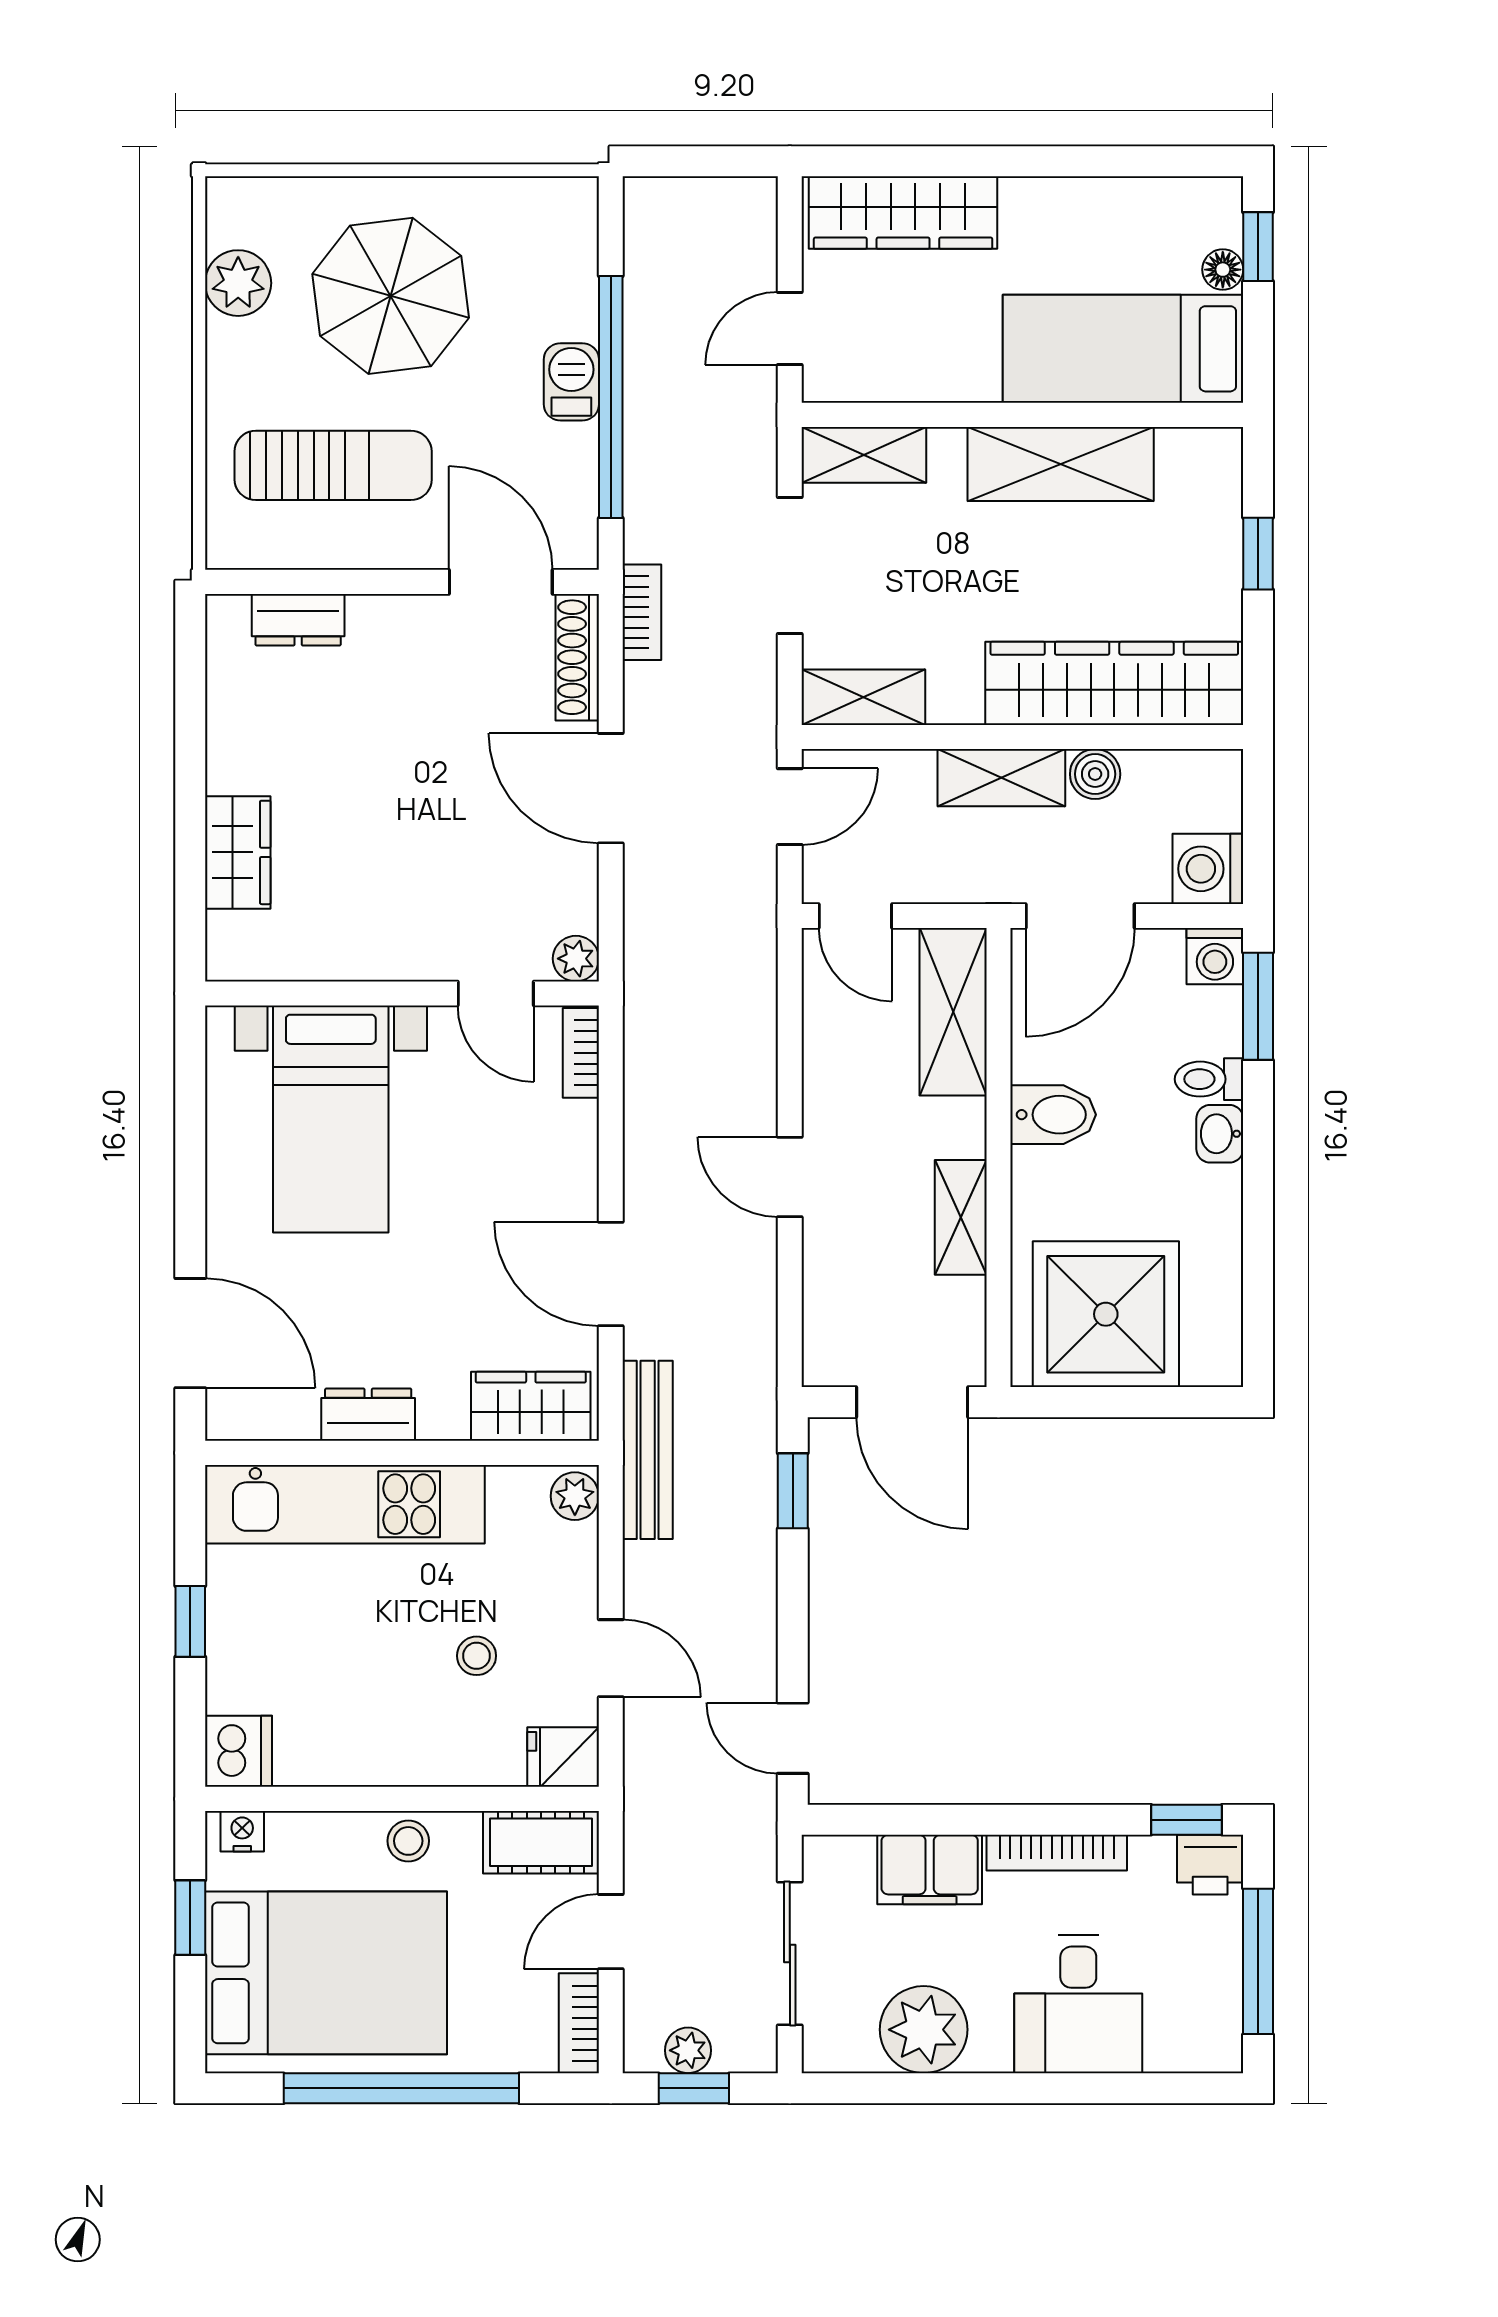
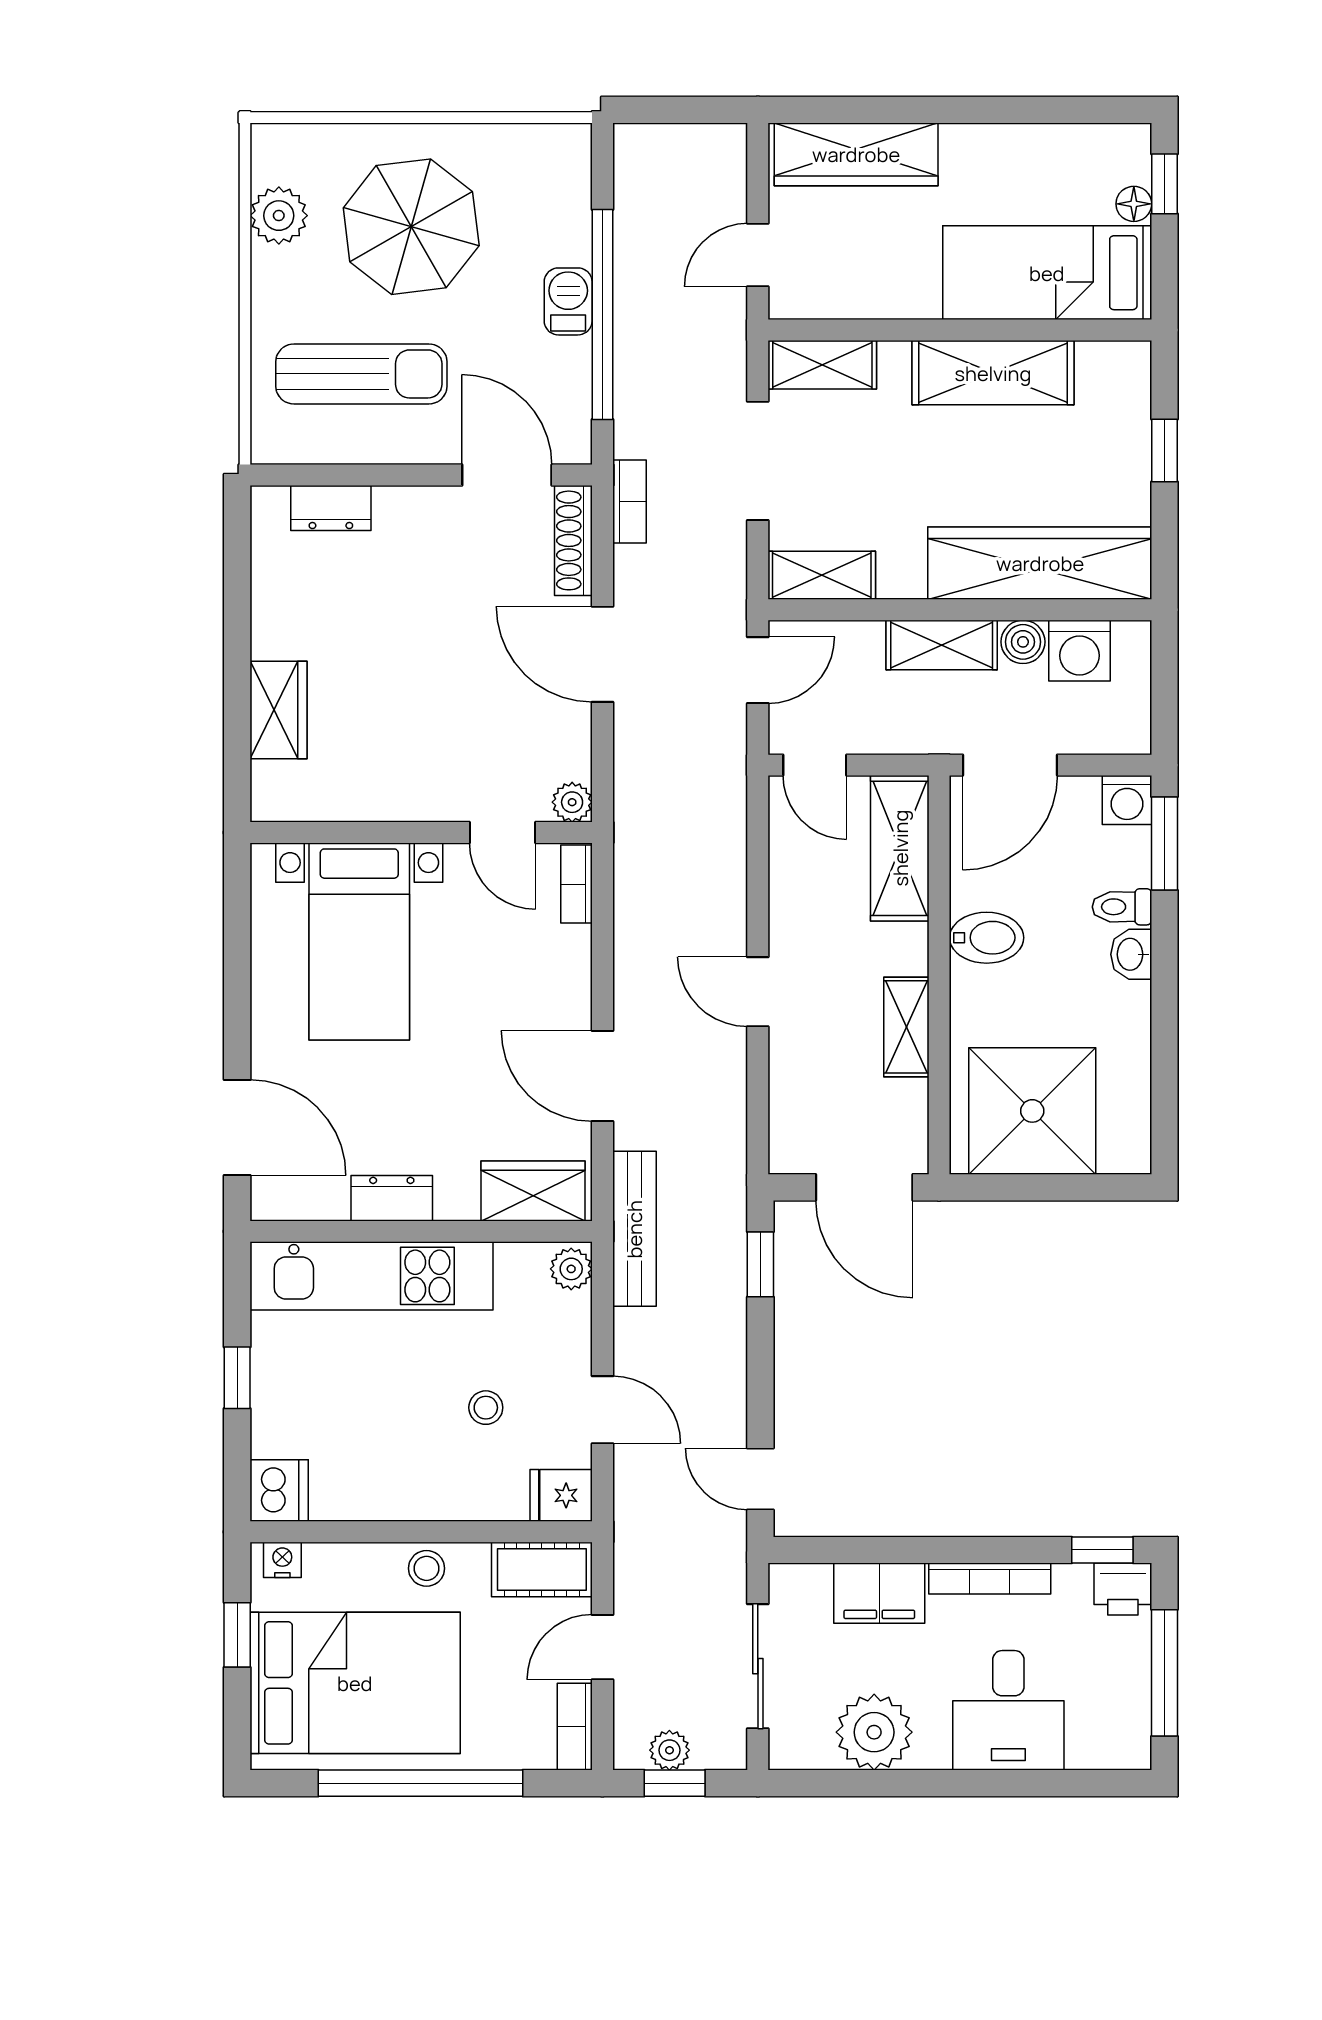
washing machine: (1208, 869) -> (1080, 651), moved, turned -90

